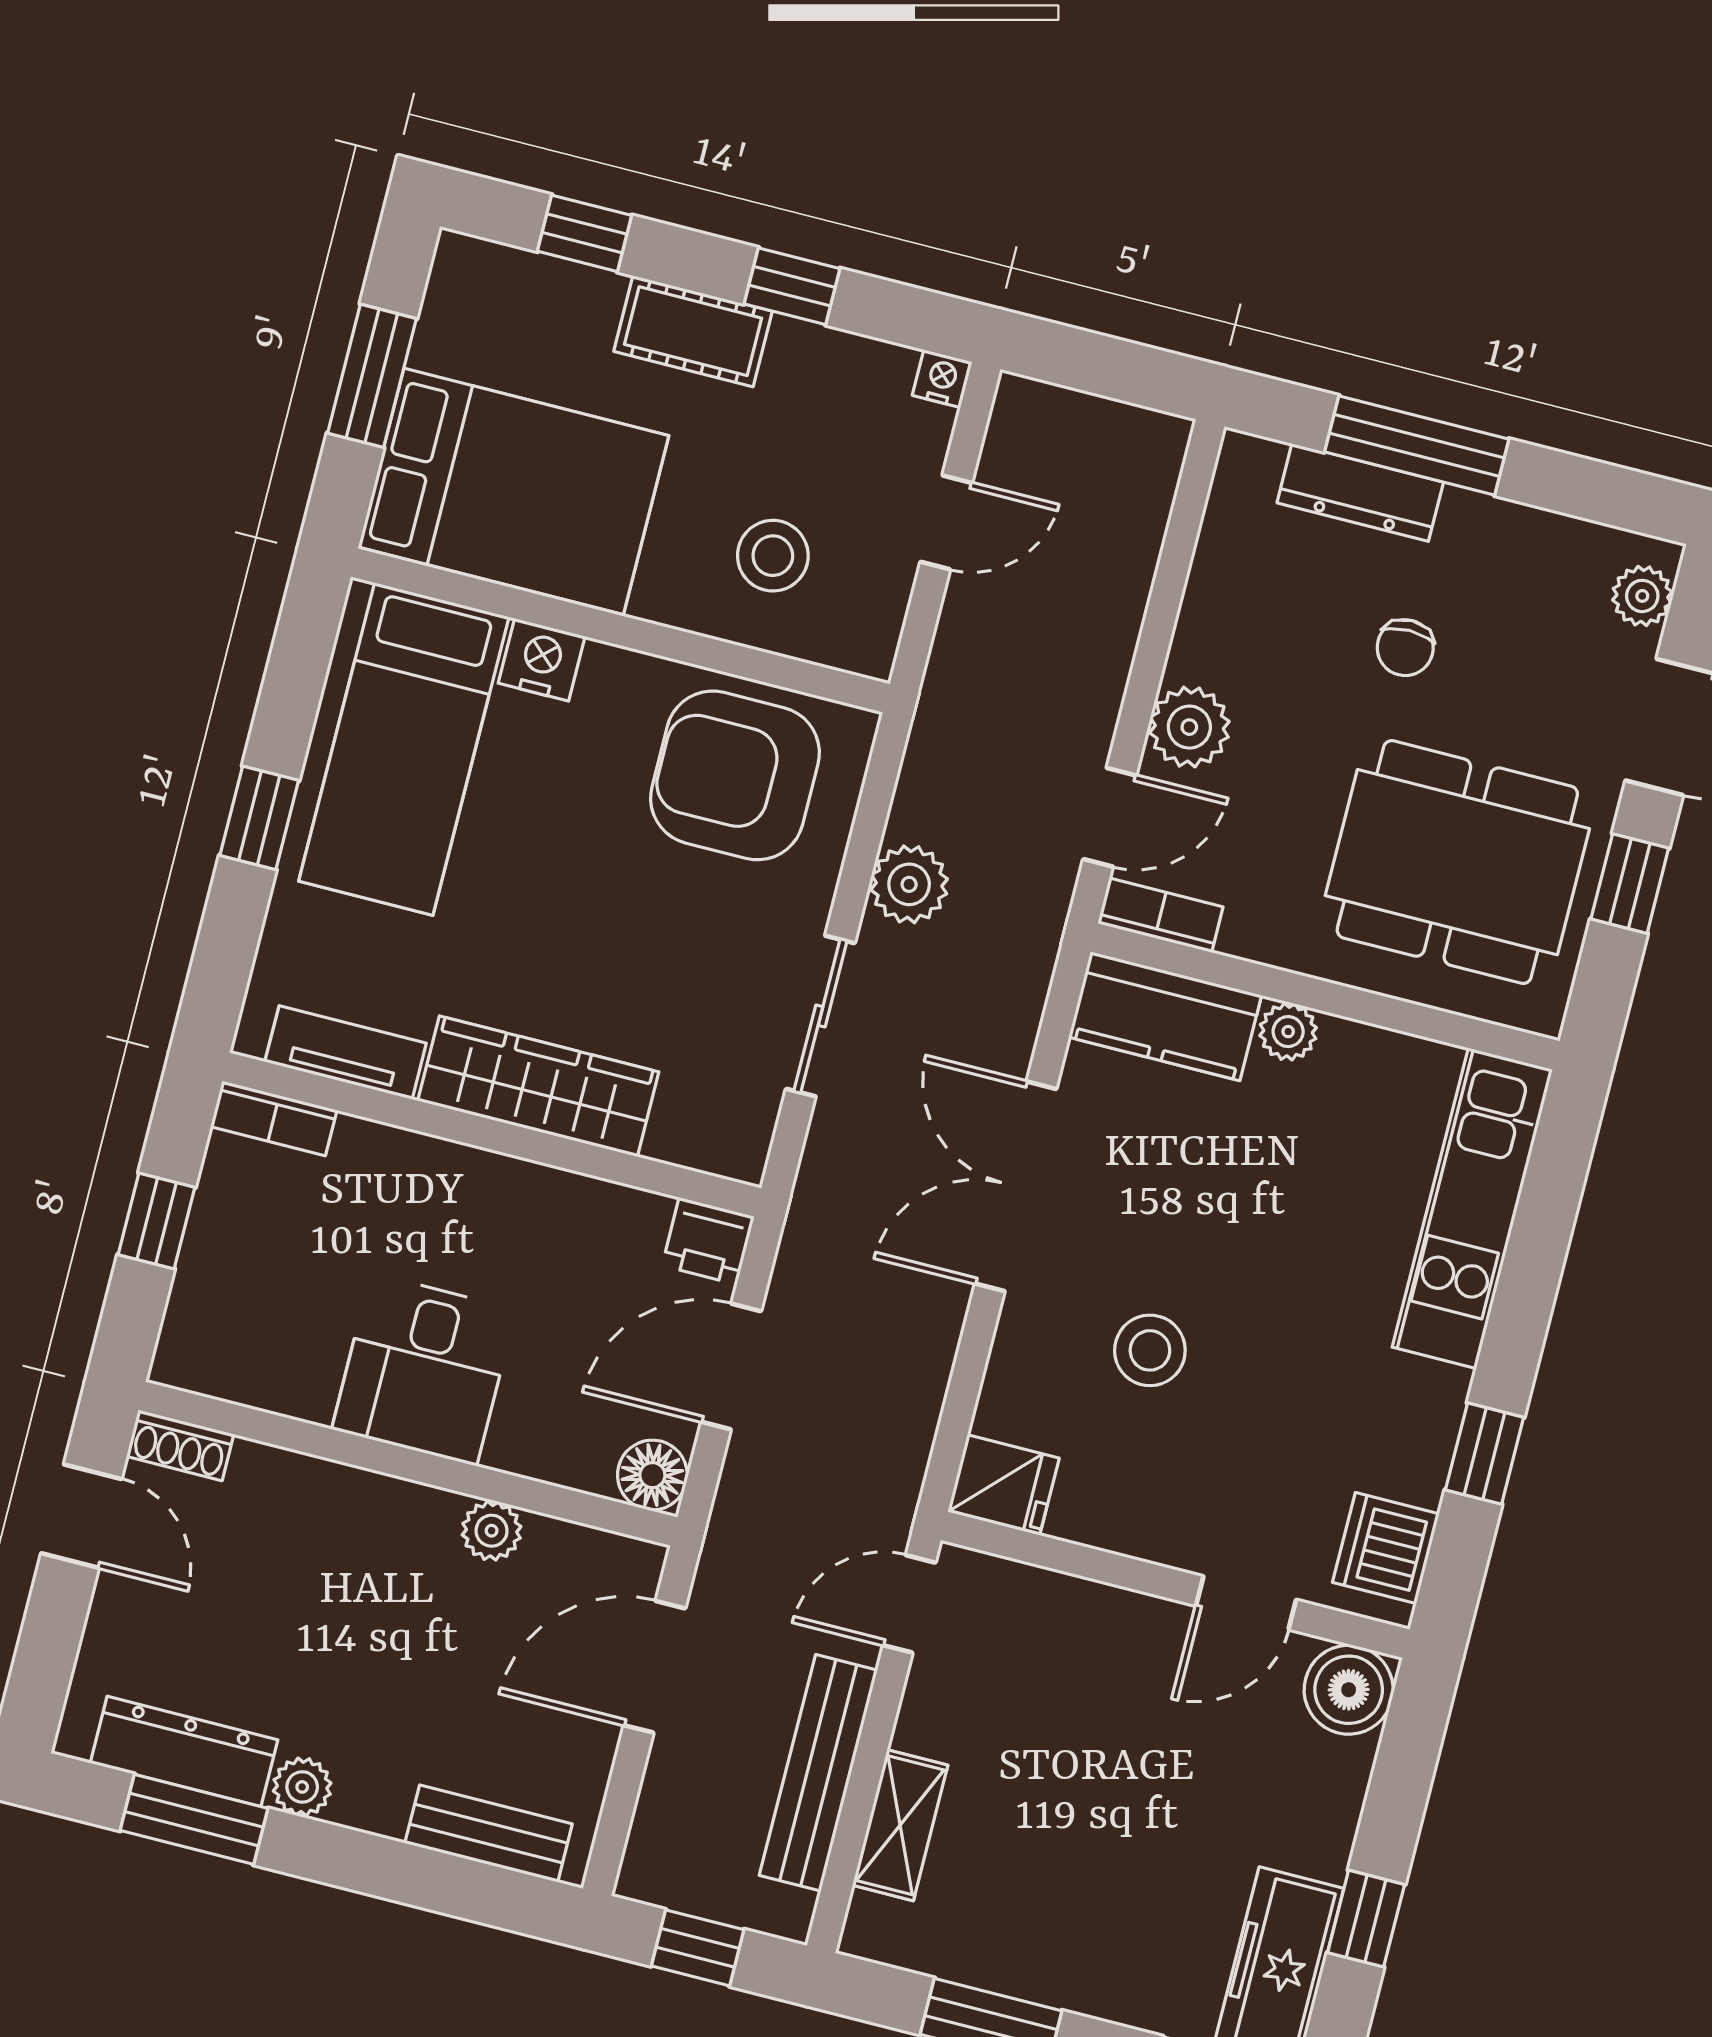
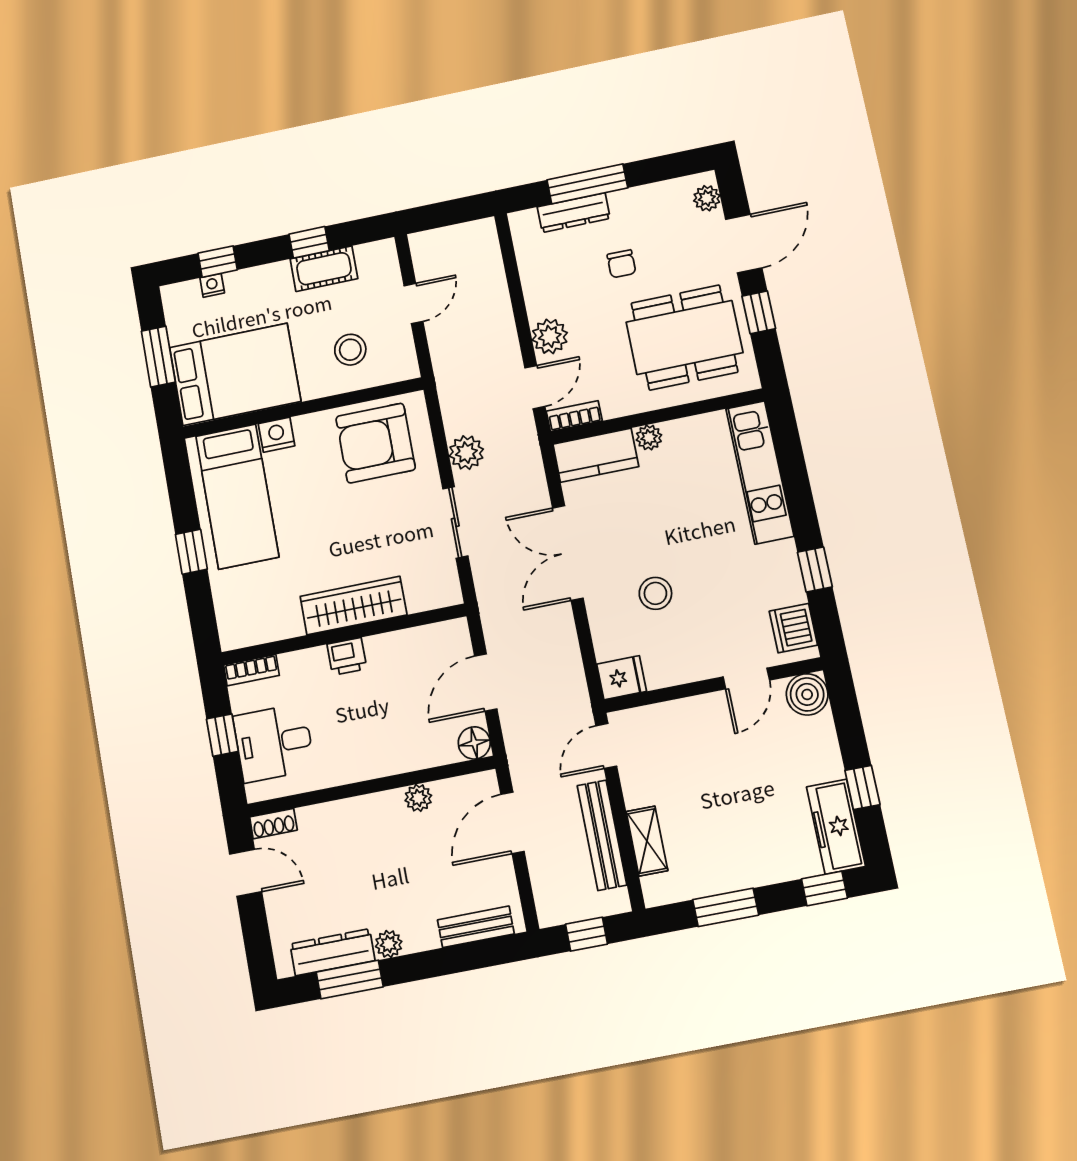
cot: (693, 331) -> (324, 269), moved
nightstand: (942, 379) -> (212, 285), moved
tv unit: (346, 1052) -> (269, 629), removed
printer: (708, 1241) -> (347, 656), moved
desk: (424, 1369) -> (274, 743), moved, turned 90

